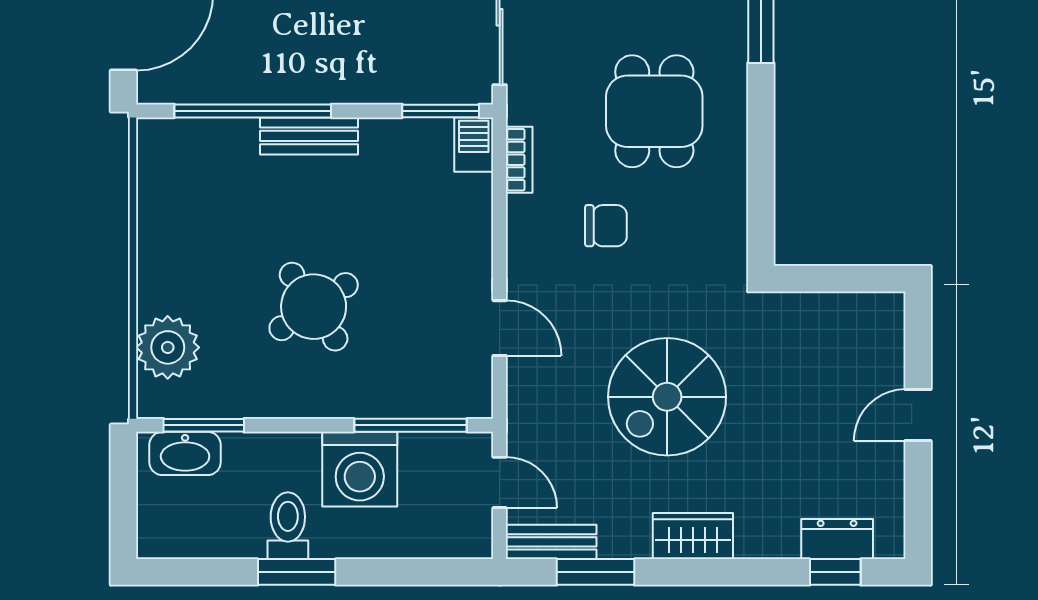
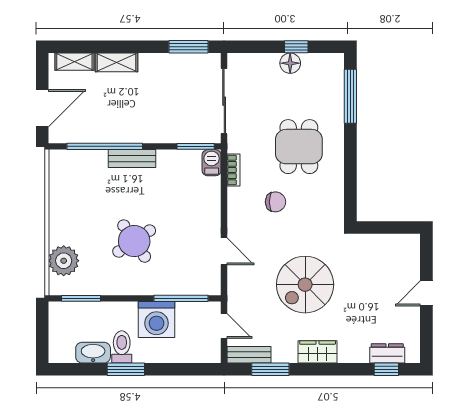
washbasin: (185, 453) -> (93, 353), moved, turned 180

